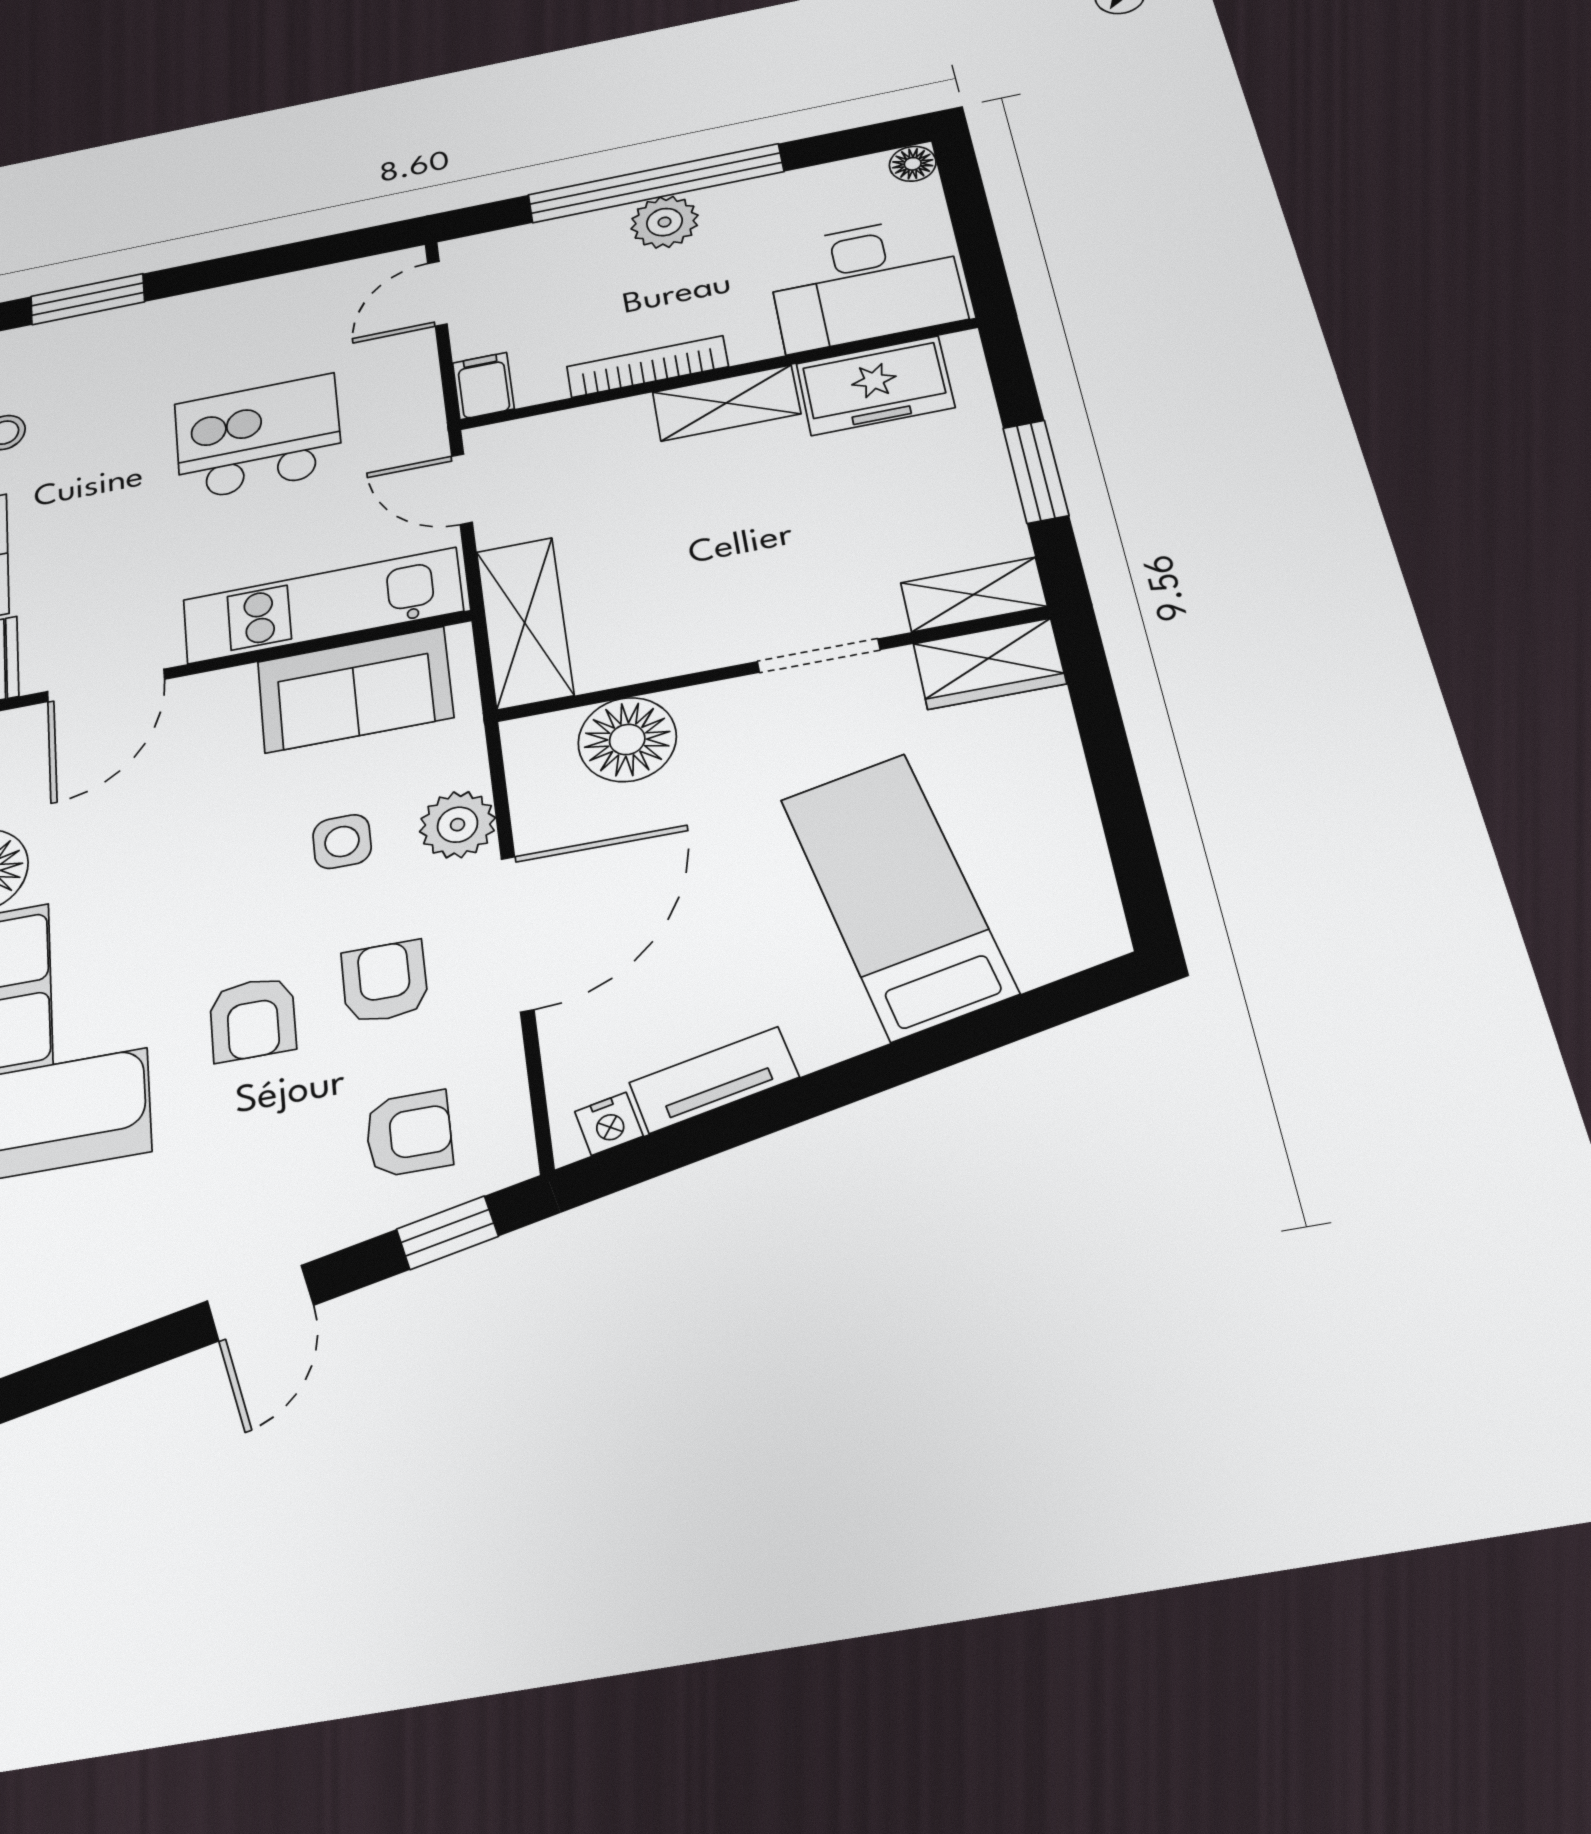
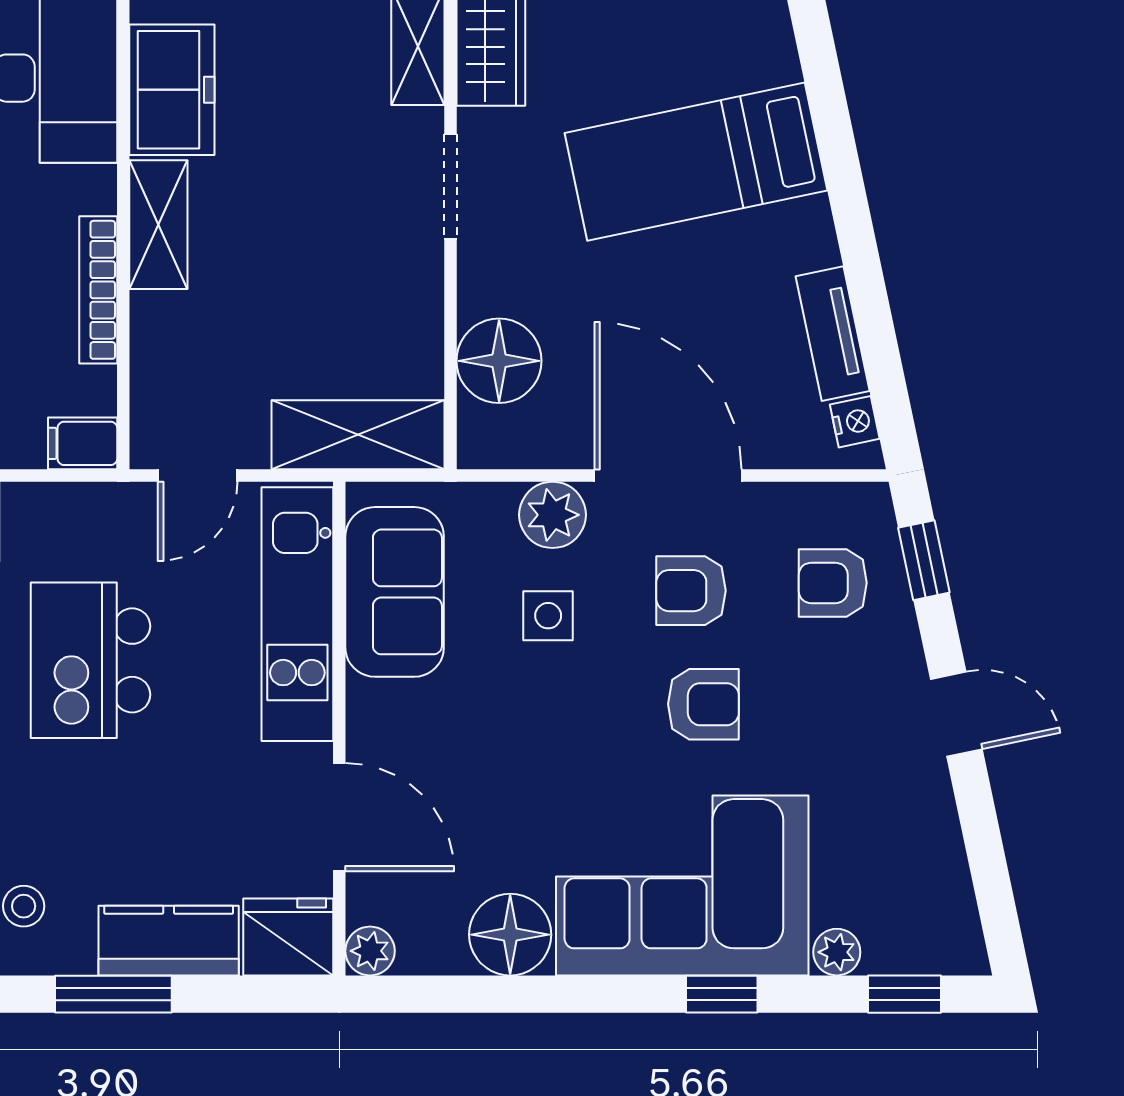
armchair: (409, 1134) -> (833, 583), turned -90

